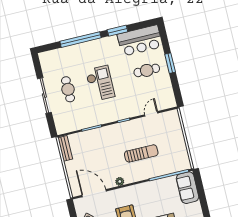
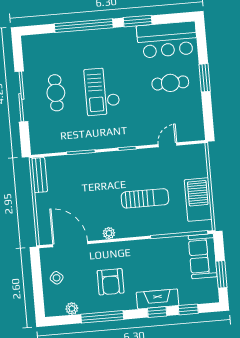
checkout: (100, 83) -> (102, 91), turned 180
barbecue: (178, 149) -> (198, 200), added
window: (203, 198) -> (221, 274), added

